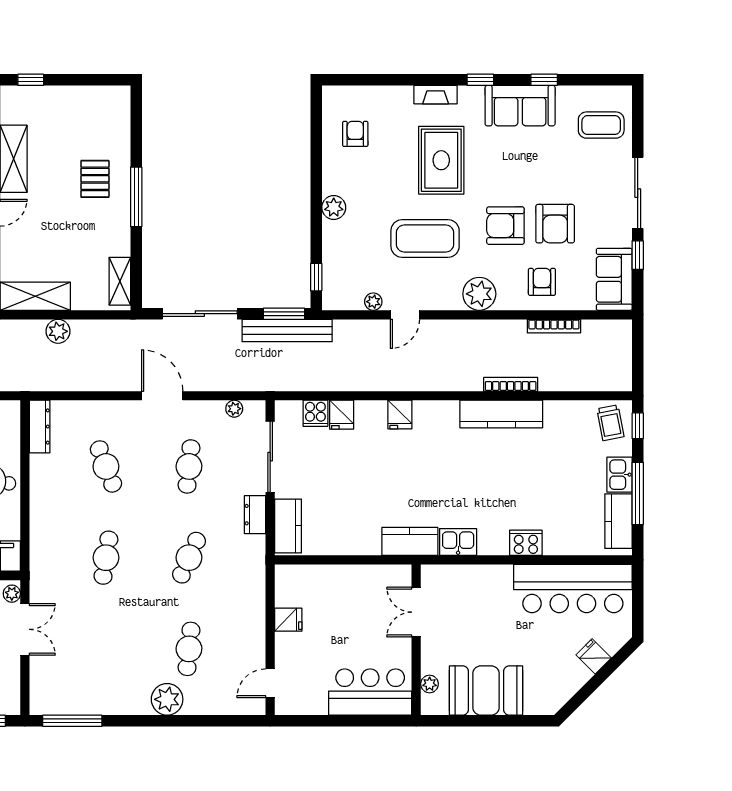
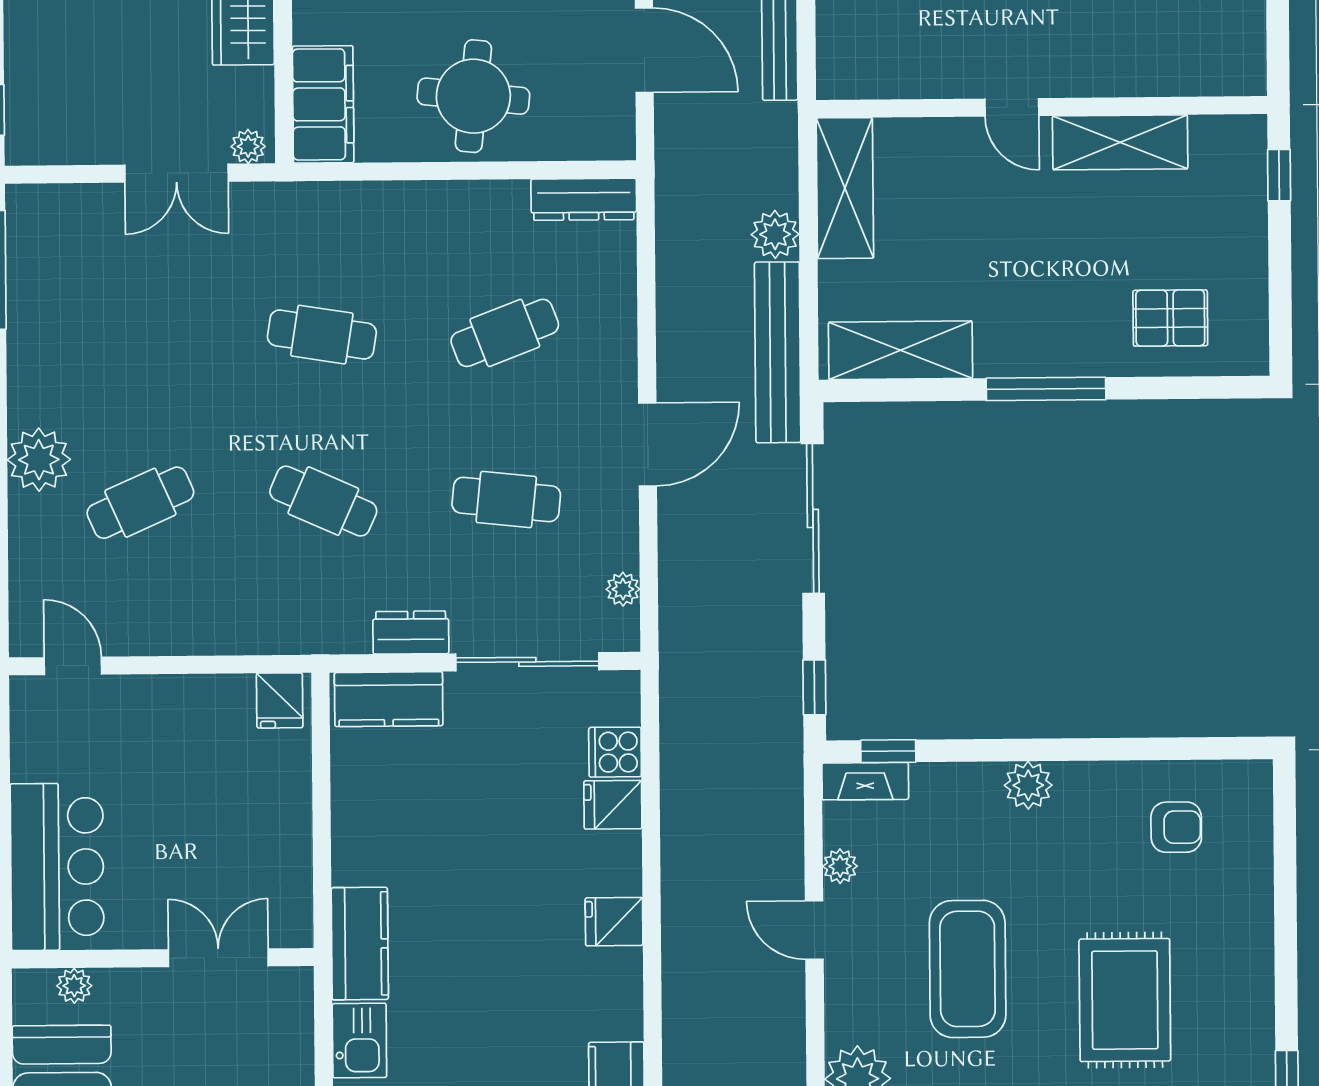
fireplace: (436, 95) -> (865, 781), moved, turned -90
rug: (441, 160) -> (1125, 1000), turned 90
pallet: (95, 179) -> (1170, 318), moved
shelving: (120, 281) -> (901, 350), width x1.50, depth x1.33
window: (284, 314) -> (814, 687), width x0.67
bench: (287, 330) -> (778, 352), moved
fridge: (288, 620) -> (280, 700), moved
cafe table: (189, 649) -> (140, 503), turned -30

